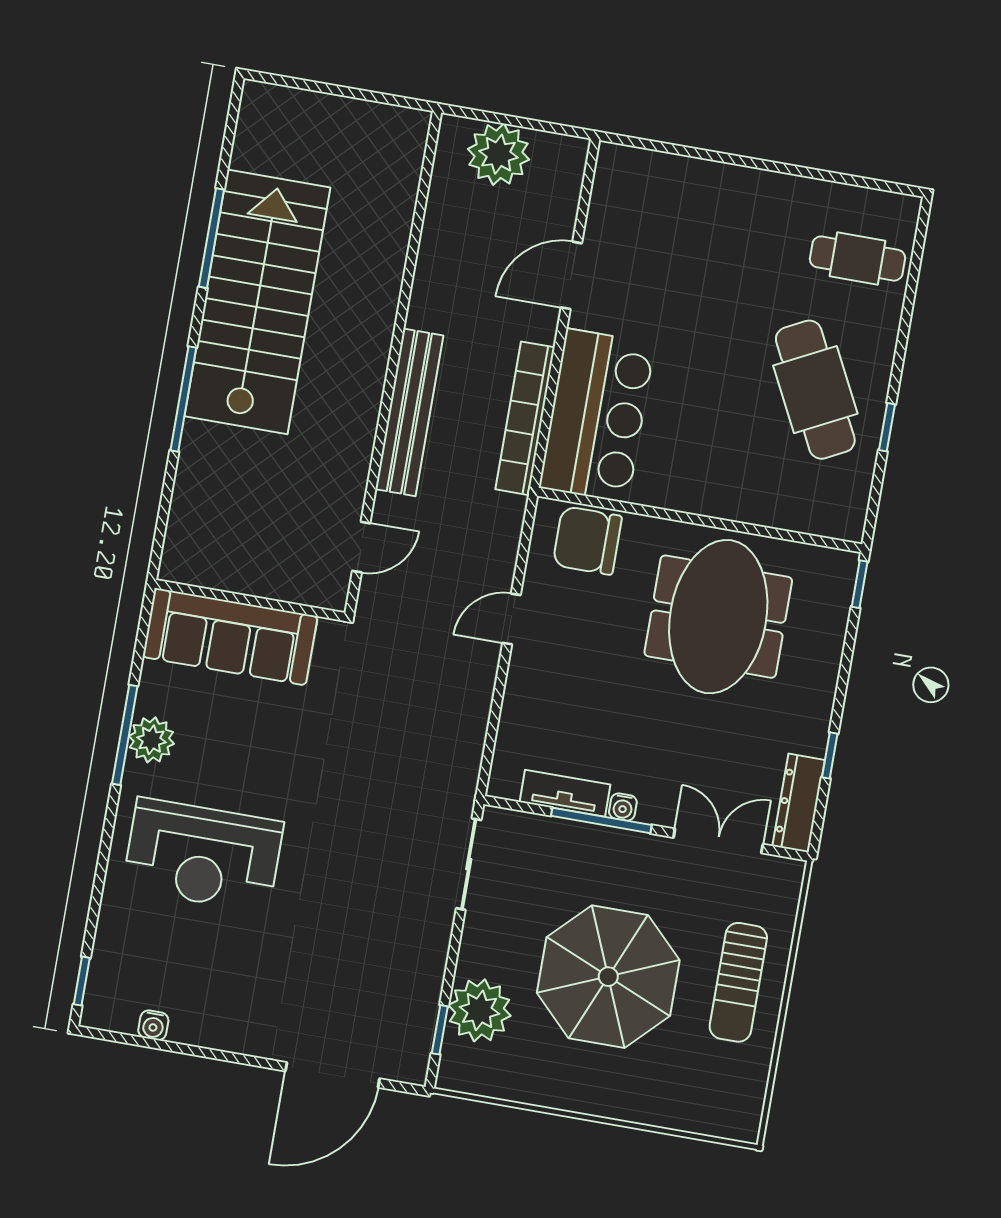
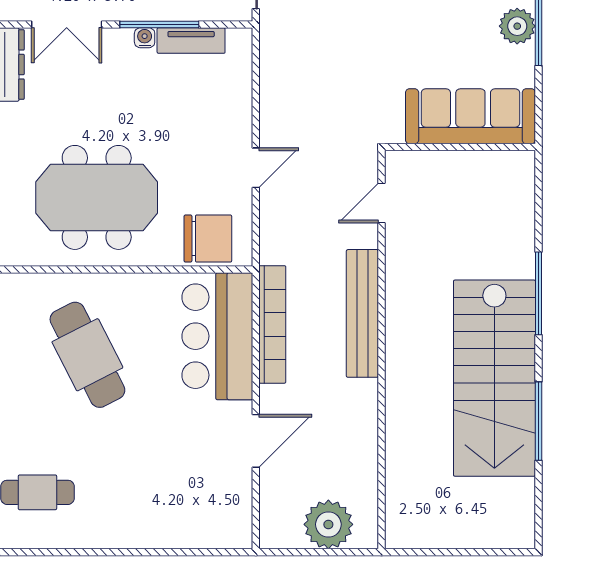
cafe table: (815, 390) -> (87, 355), moved
meeting table: (718, 617) -> (97, 197), turned 90

